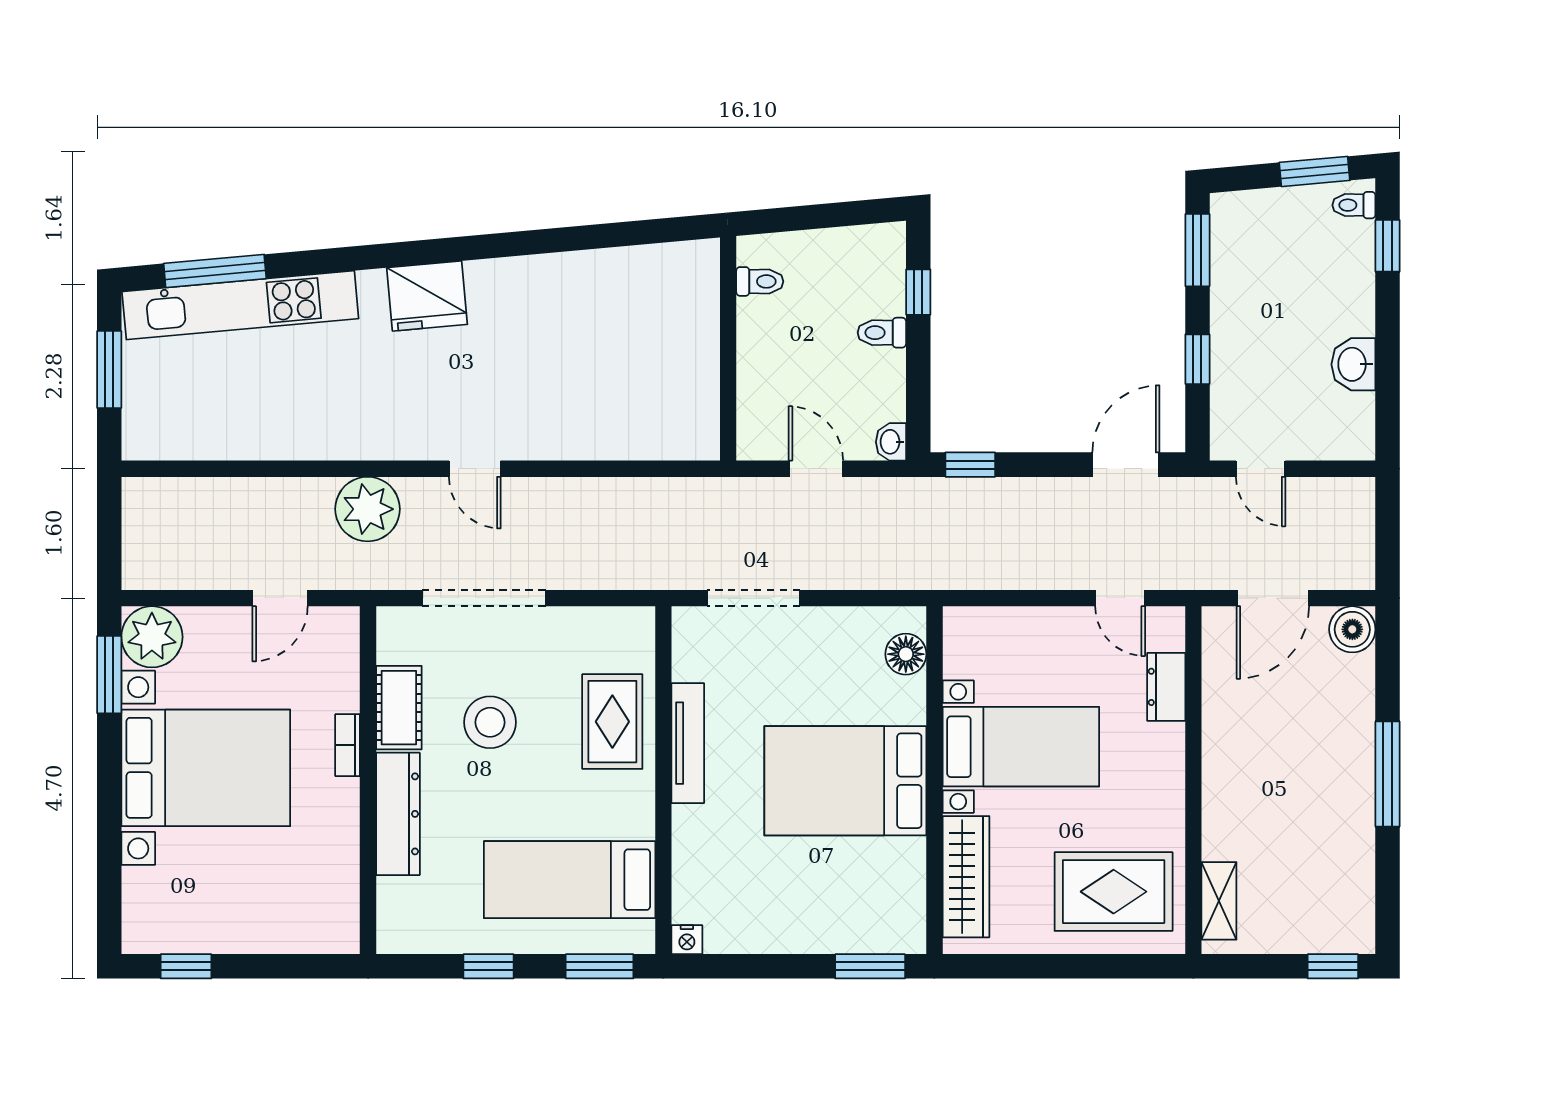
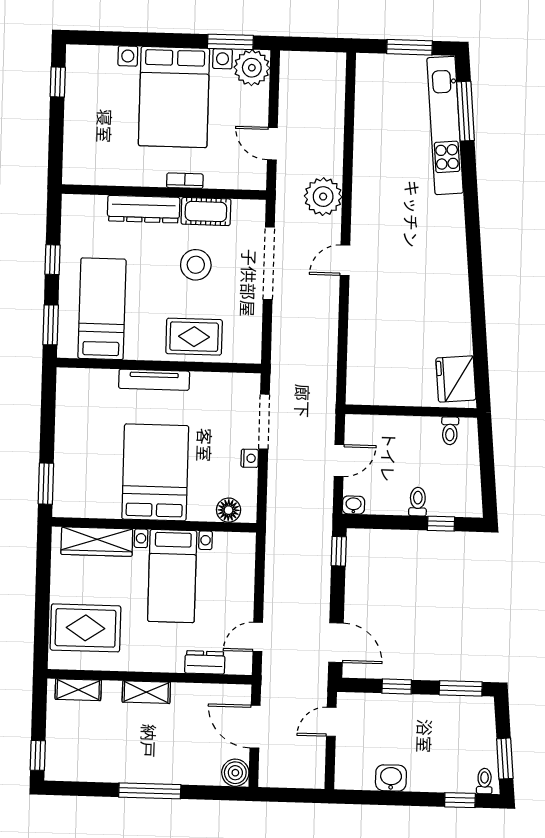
fridge: (427, 296) -> (456, 379), moved
tv unit: (688, 743) -> (154, 380), moved
shelving: (1220, 785) -> (146, 692), added
rug: (1114, 892) -> (85, 628), turned 90
nightstand: (687, 940) -> (250, 458), moved, turned 180

